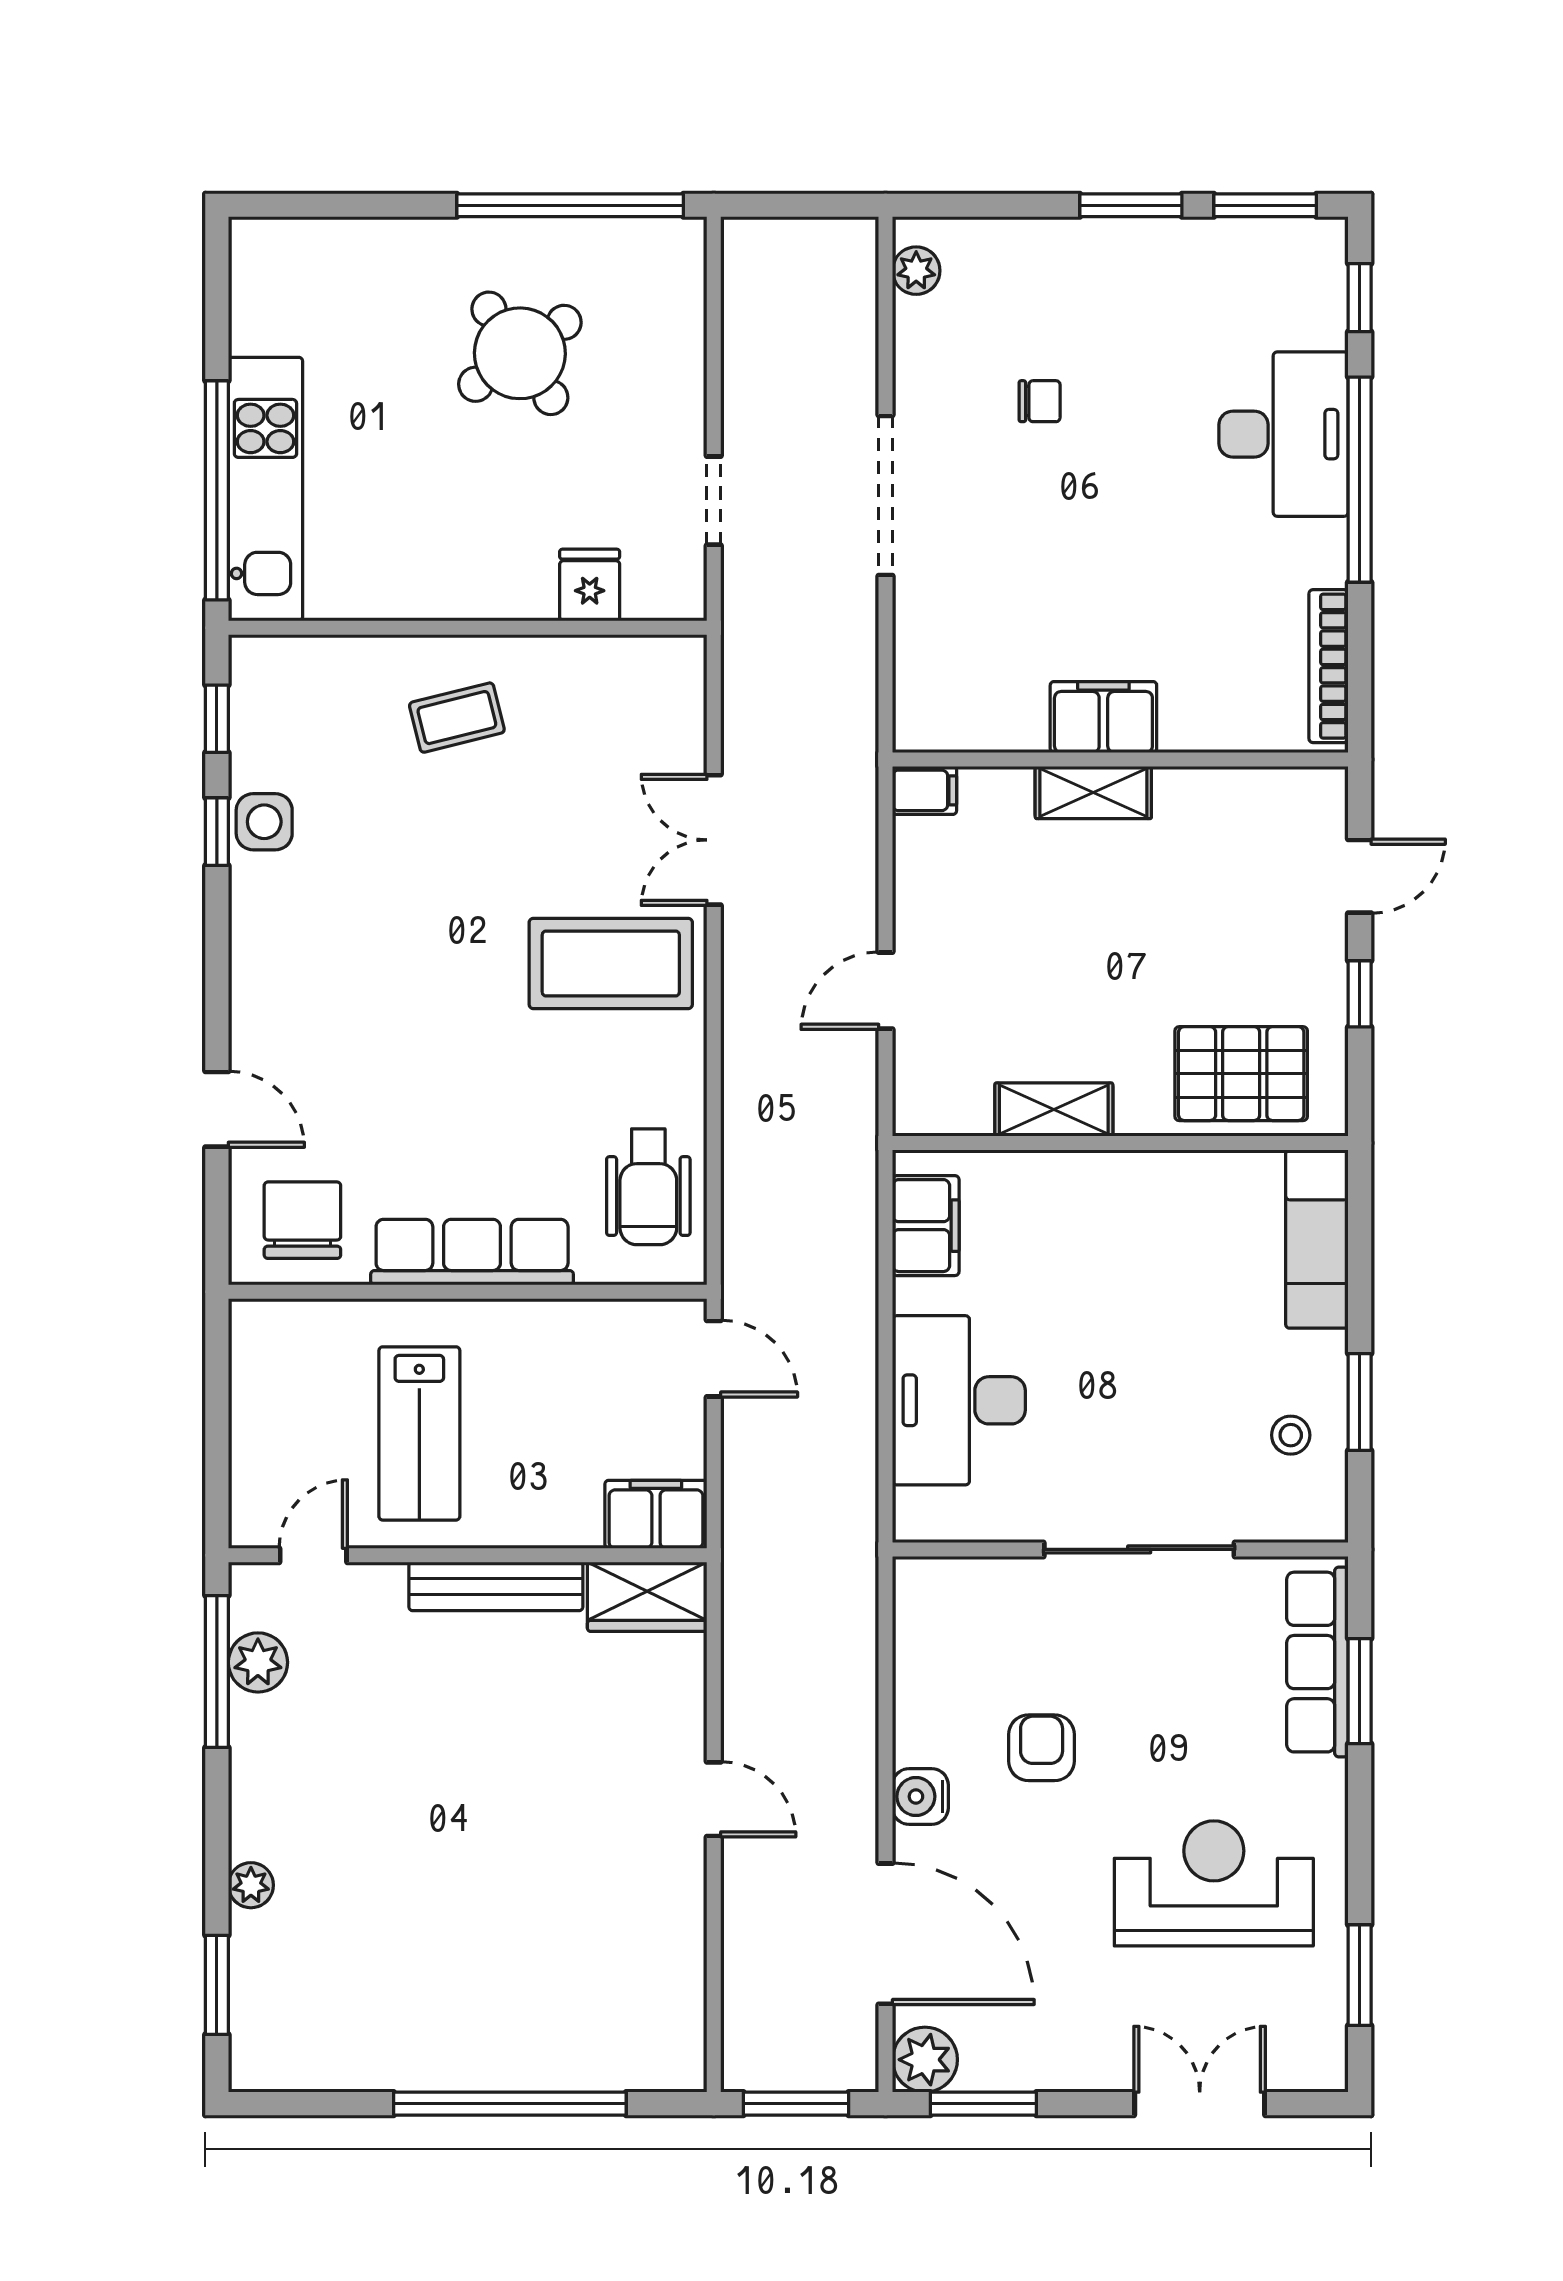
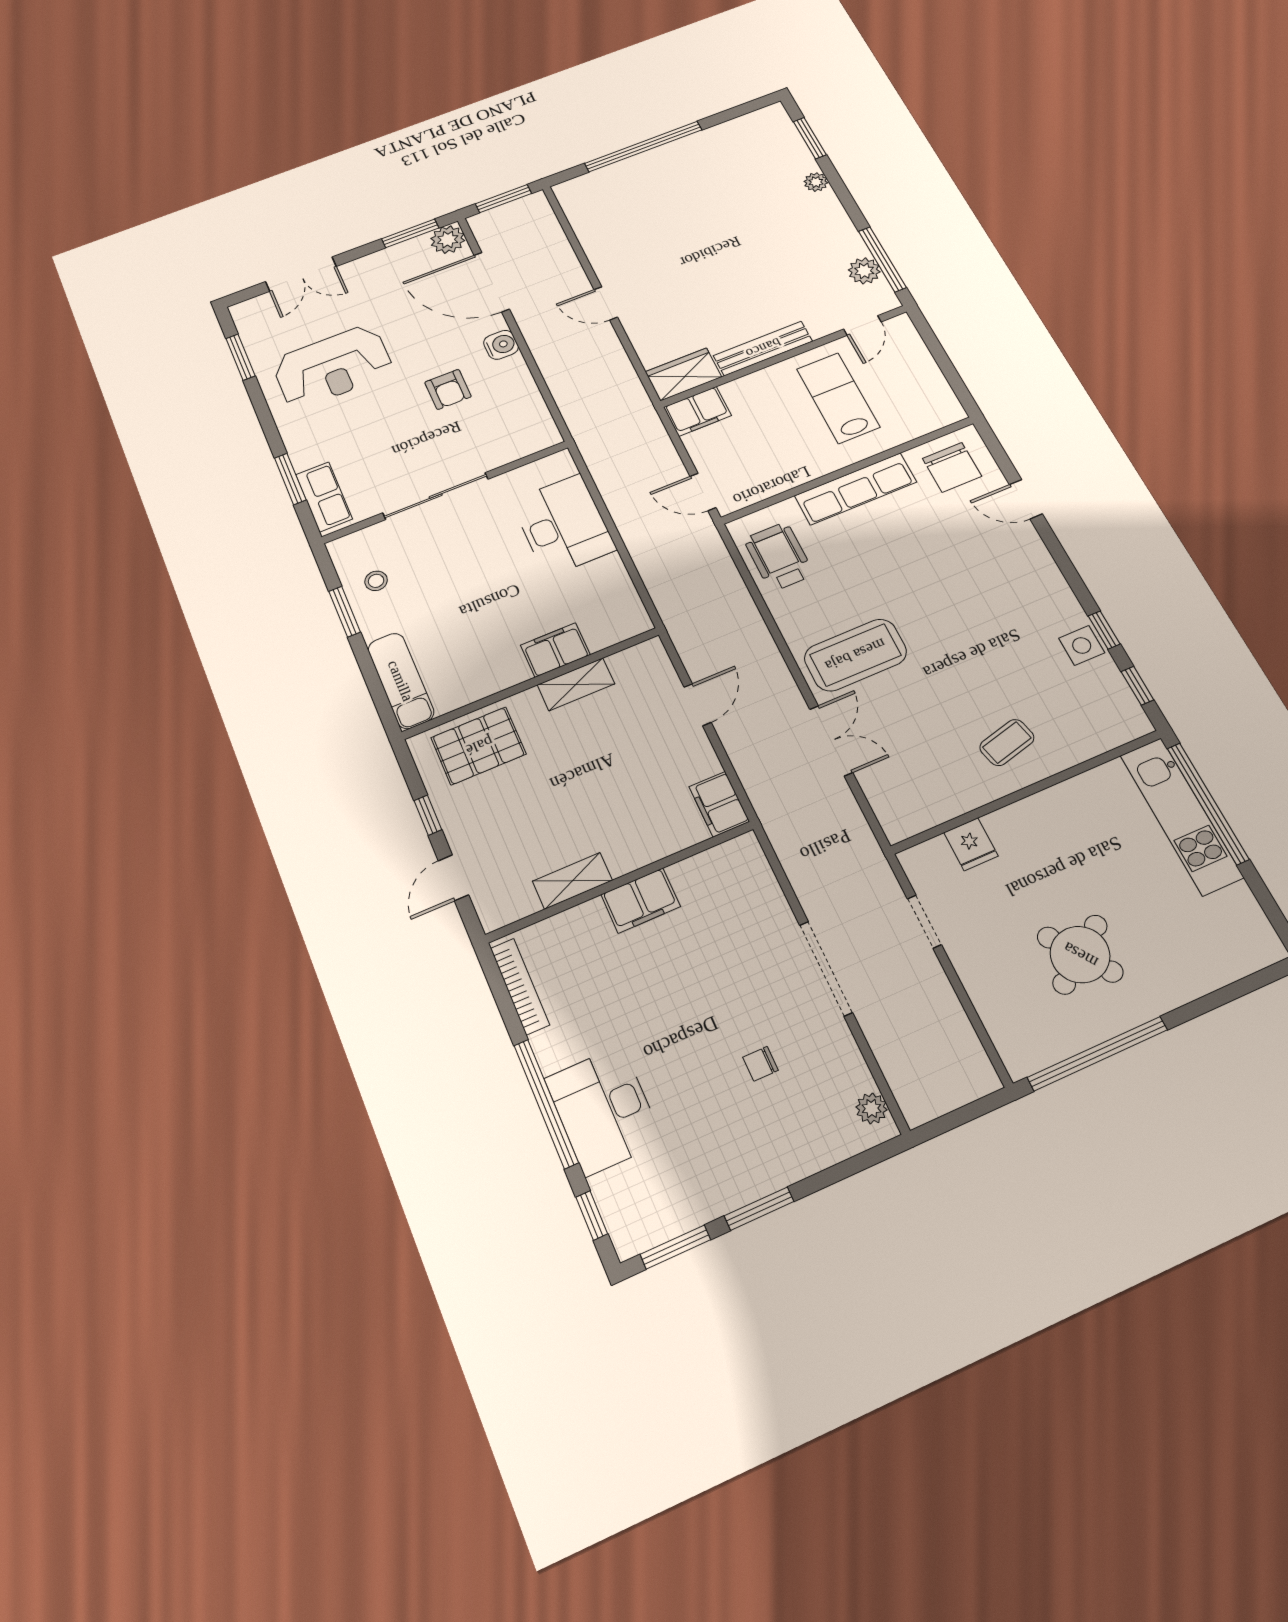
filing cabinet: (925, 790) -> (719, 804), width x2.00
shelving: (1093, 792) -> (572, 881), moved
filing cabinet: (926, 1226) -> (555, 650), moved, turned 90
row of seats: (1317, 1662) -> (324, 497), width x0.68

